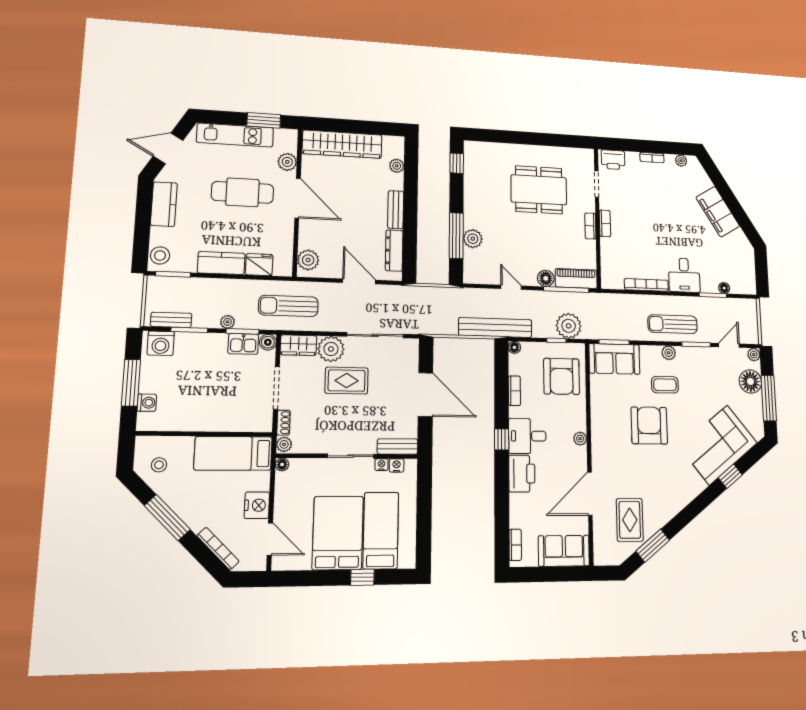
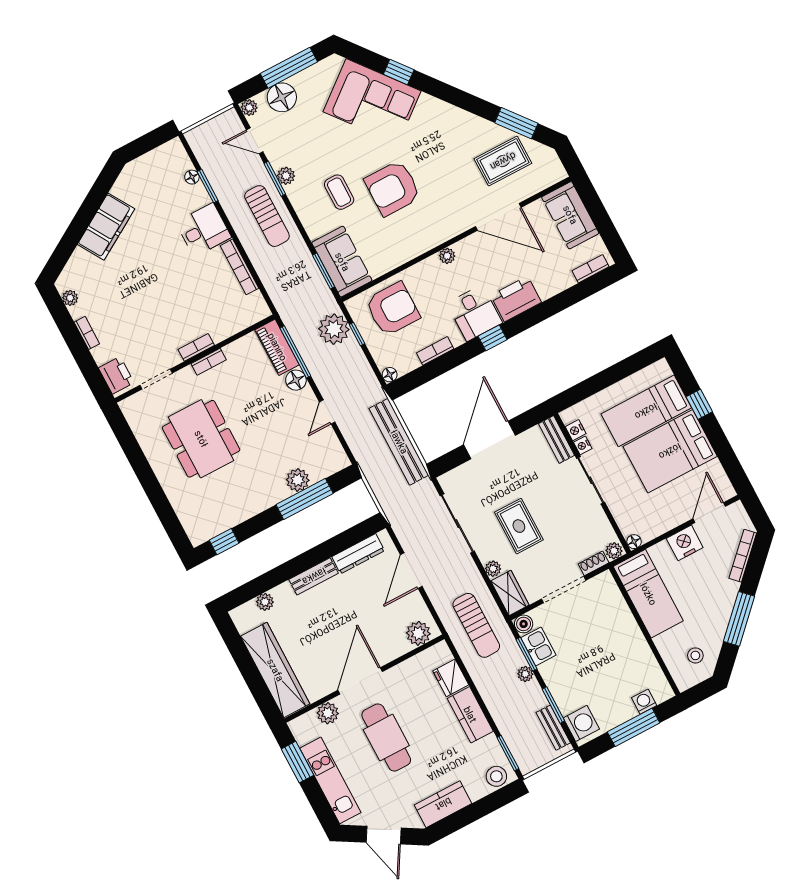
bench: (495, 327) -> (399, 442), moved
plant: (331, 349) -> (493, 569), width x0.53, depth x0.53
plant: (669, 353) -> (286, 176), moved

